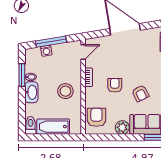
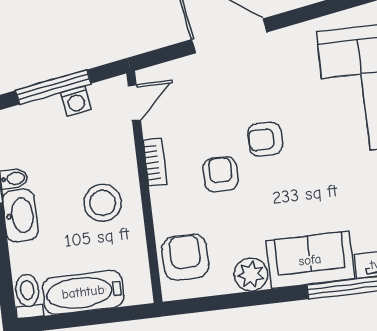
washing machine: (46, 51) -> (76, 101), moved
armchair: (140, 93) -> (265, 139), moved, turned 117

